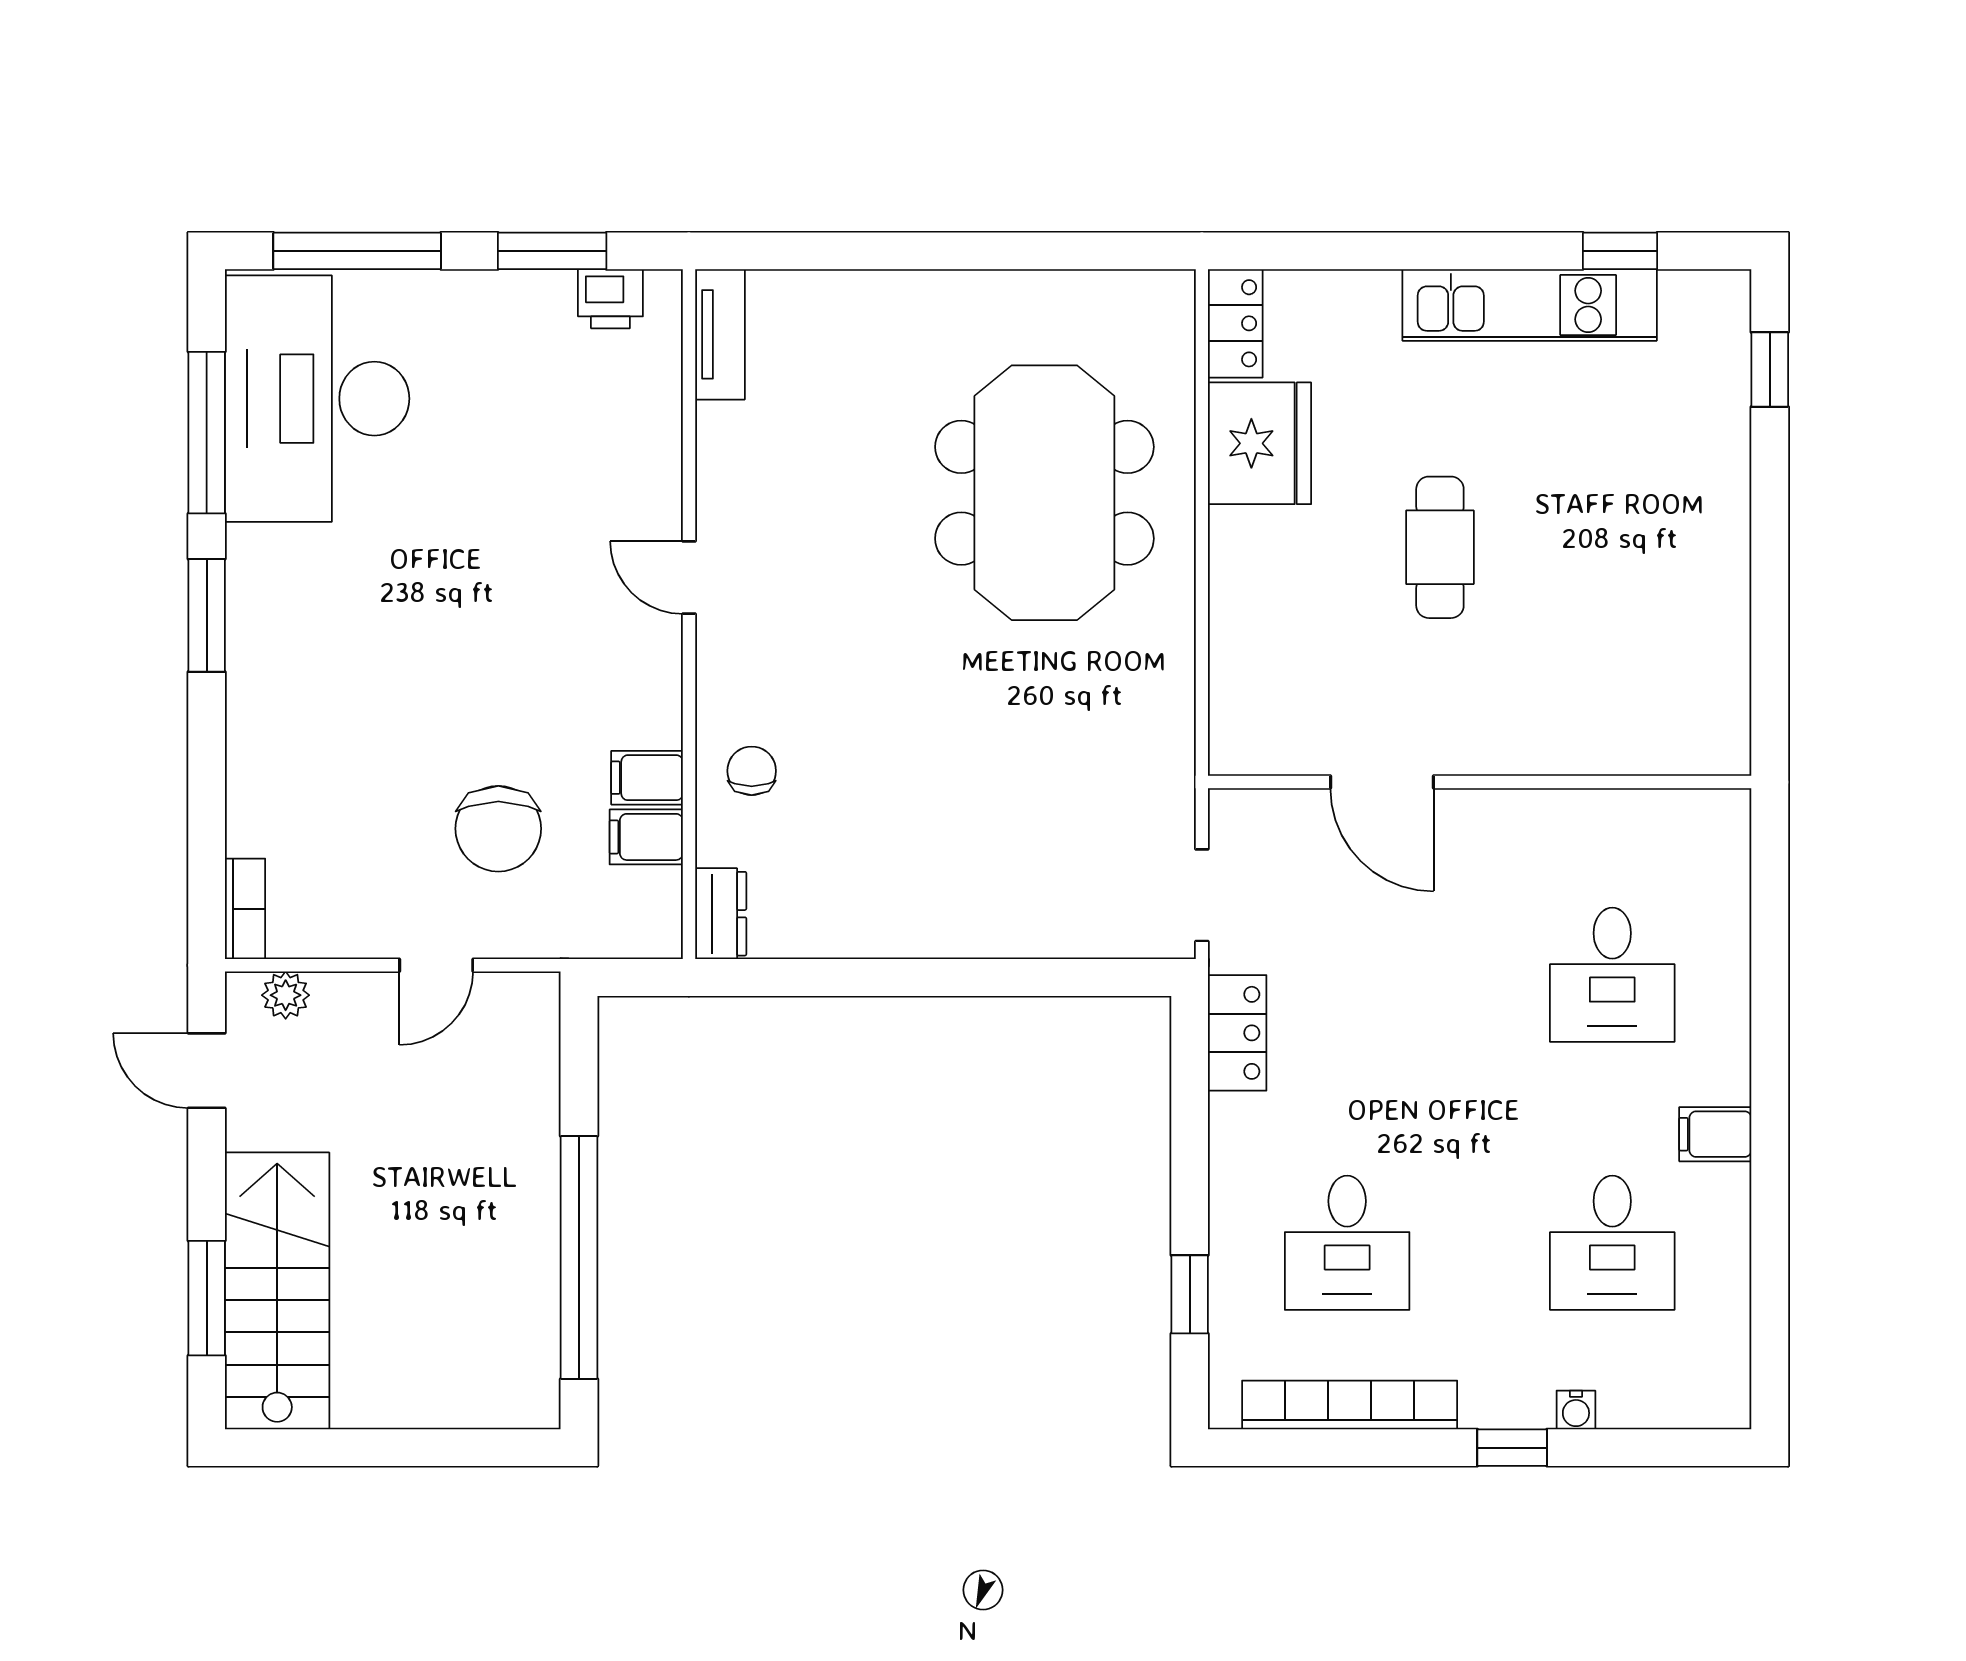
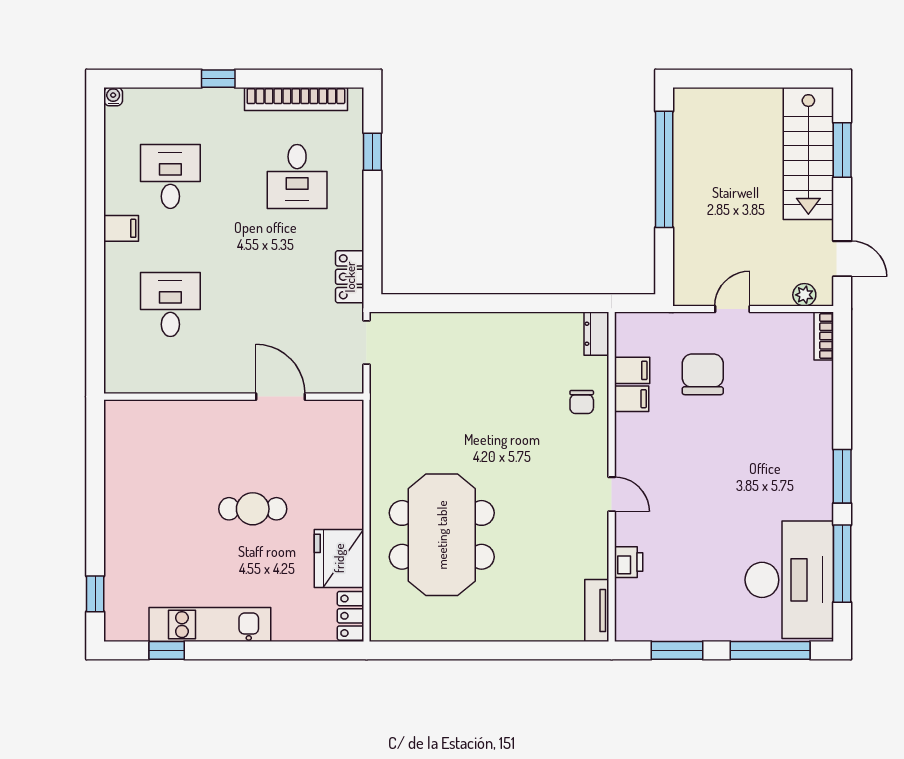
printer: (610, 299) -> (629, 562), moved, turned 90
cafe table: (1440, 547) -> (253, 509), turned 90
desk: (1347, 1243) -> (297, 176), turned 180
water cooler: (1576, 1410) -> (113, 97), moved

